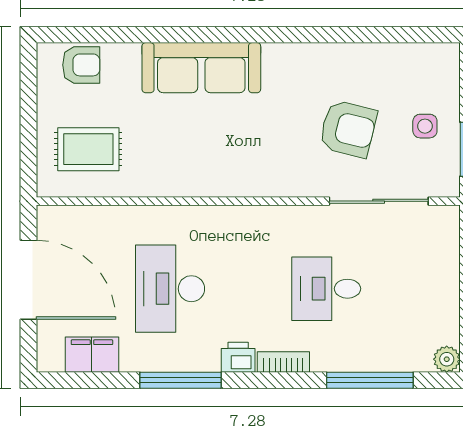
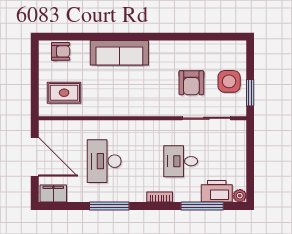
side table: (425, 126) -> (229, 81), width x1.87, depth x1.87
armchair: (348, 129) -> (191, 83), turned 76
filing cabinet: (92, 355) -> (53, 193), moved
printer: (238, 357) -> (217, 191), moved, width x1.87, depth x1.48

